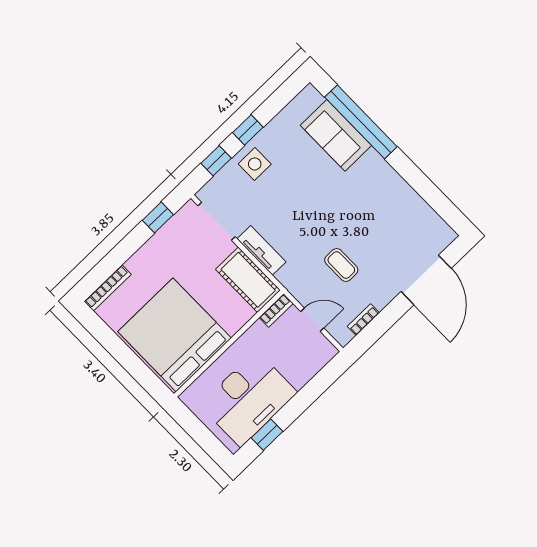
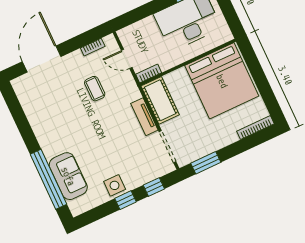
side table: (255, 164) -> (115, 185), moved
window: (158, 217) -> (206, 163), width x1.50

